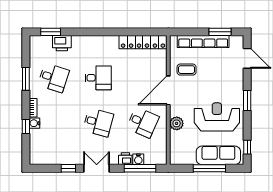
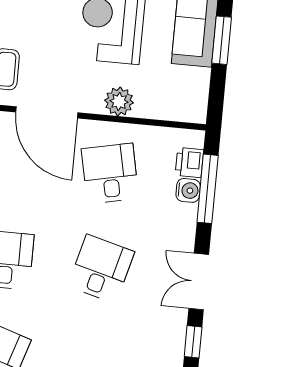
desk: (143, 122) -> (110, 173), turned -36
printer: (125, 159) -> (189, 163), moved
window: (209, 168) -> (222, 40), width x0.69

